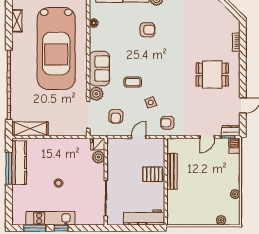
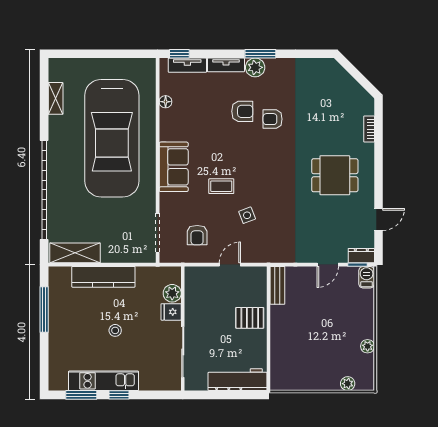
plant: (96, 94) -> (169, 203), removed
armchair: (167, 123) -> (273, 119), moved
fridge: (98, 144) -> (171, 312), moved
kitchen counter: (19, 163) -> (103, 277), moved, turned 90
bench: (172, 171) -> (277, 285), moved, width x0.73

